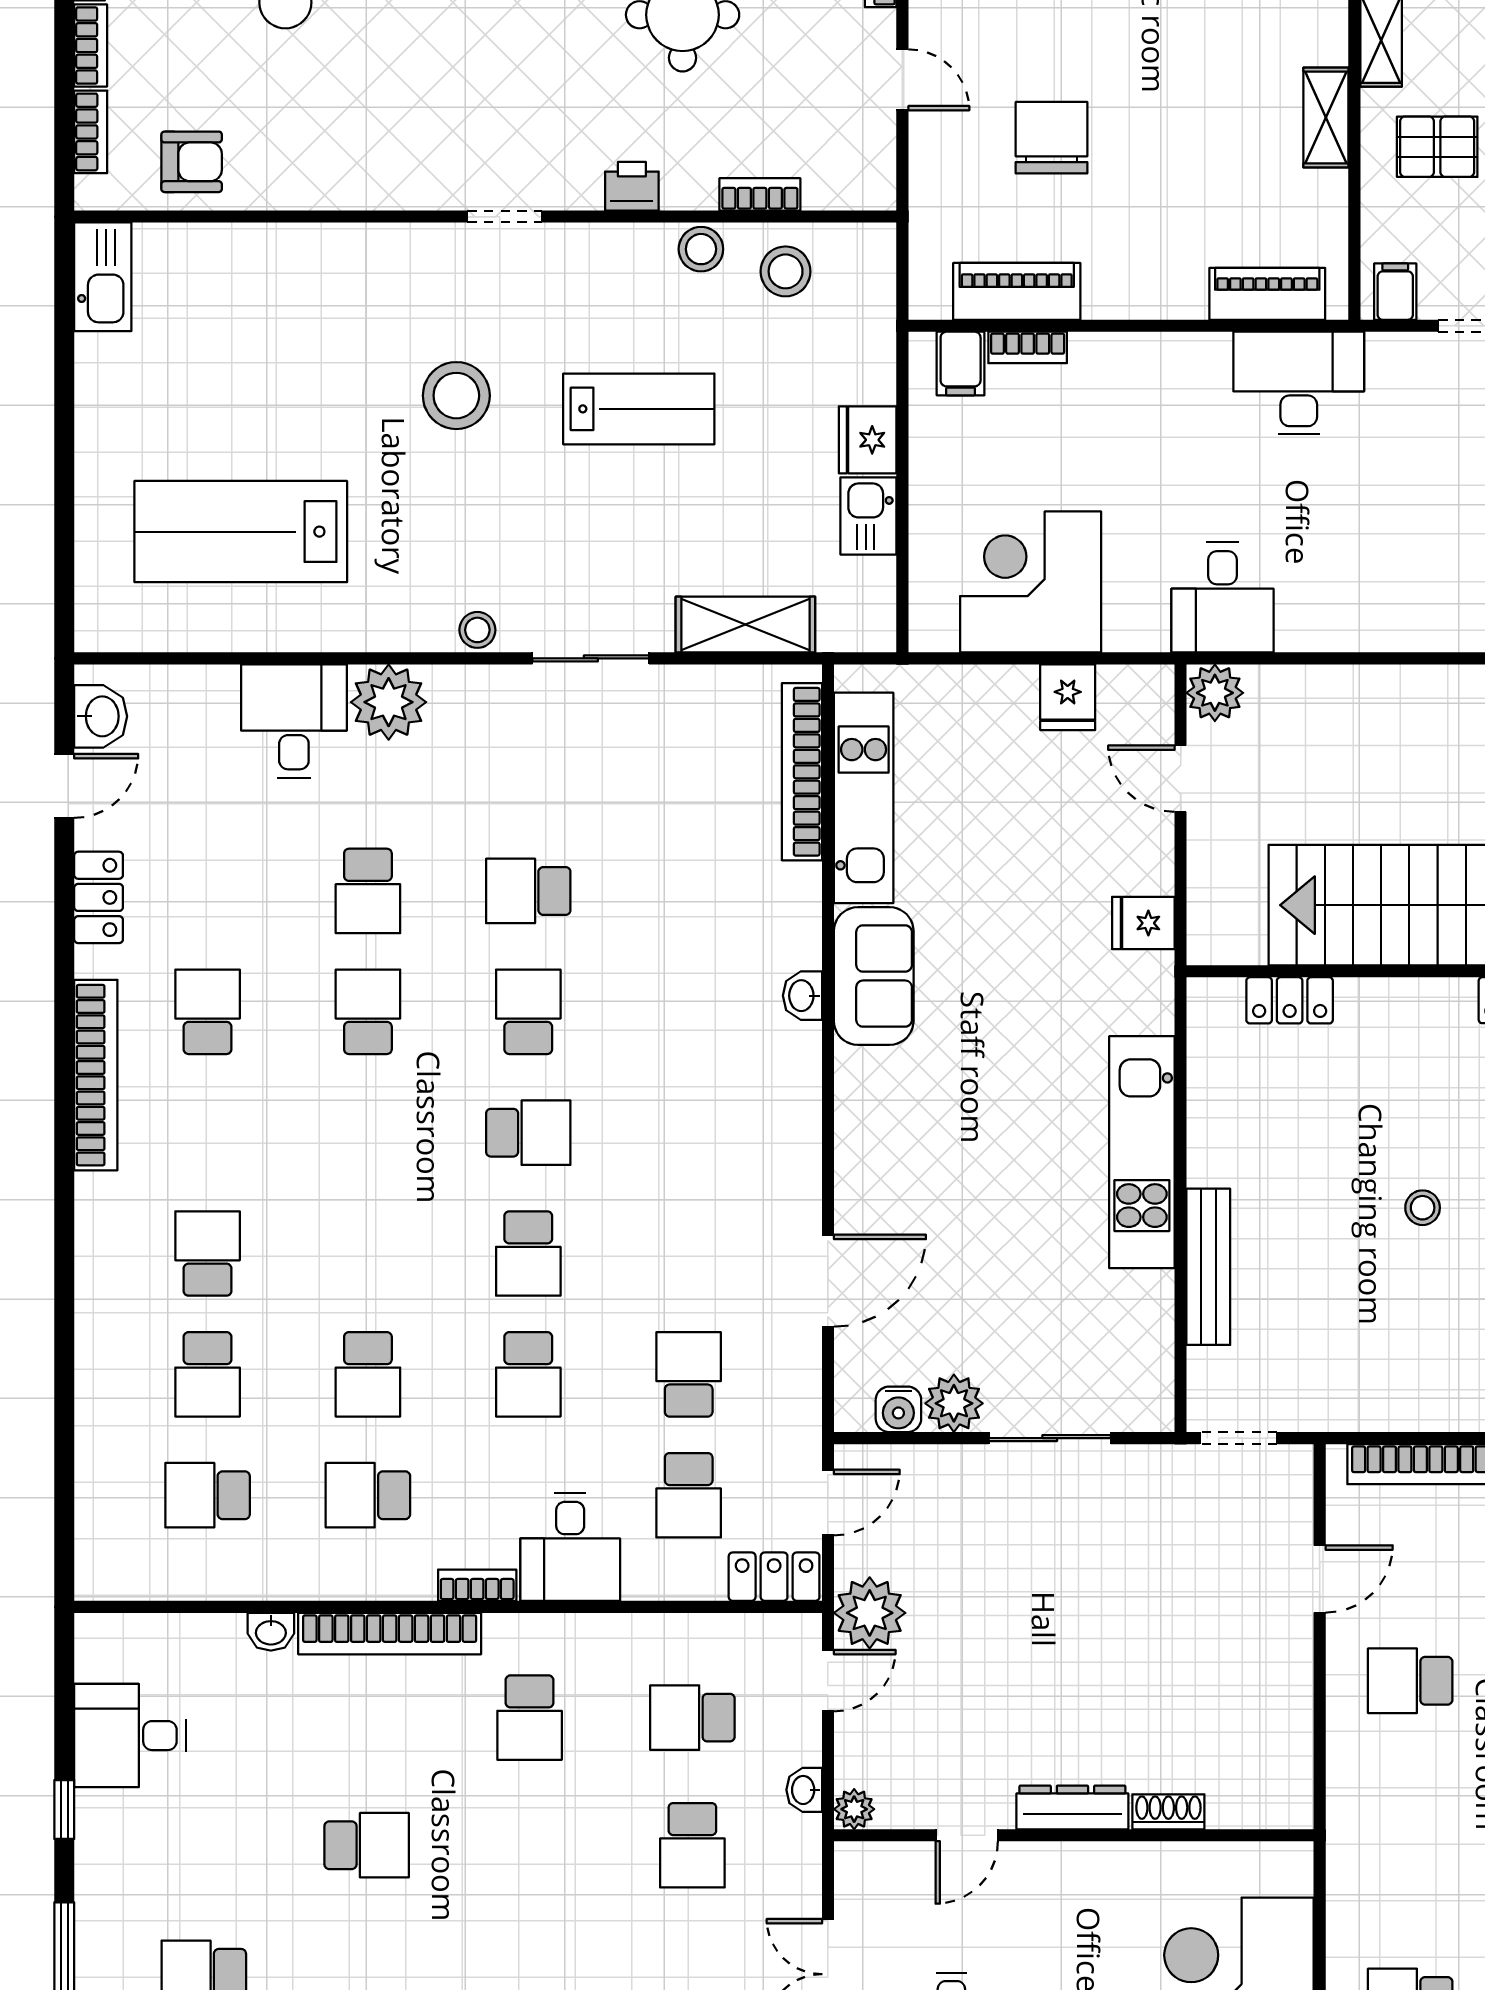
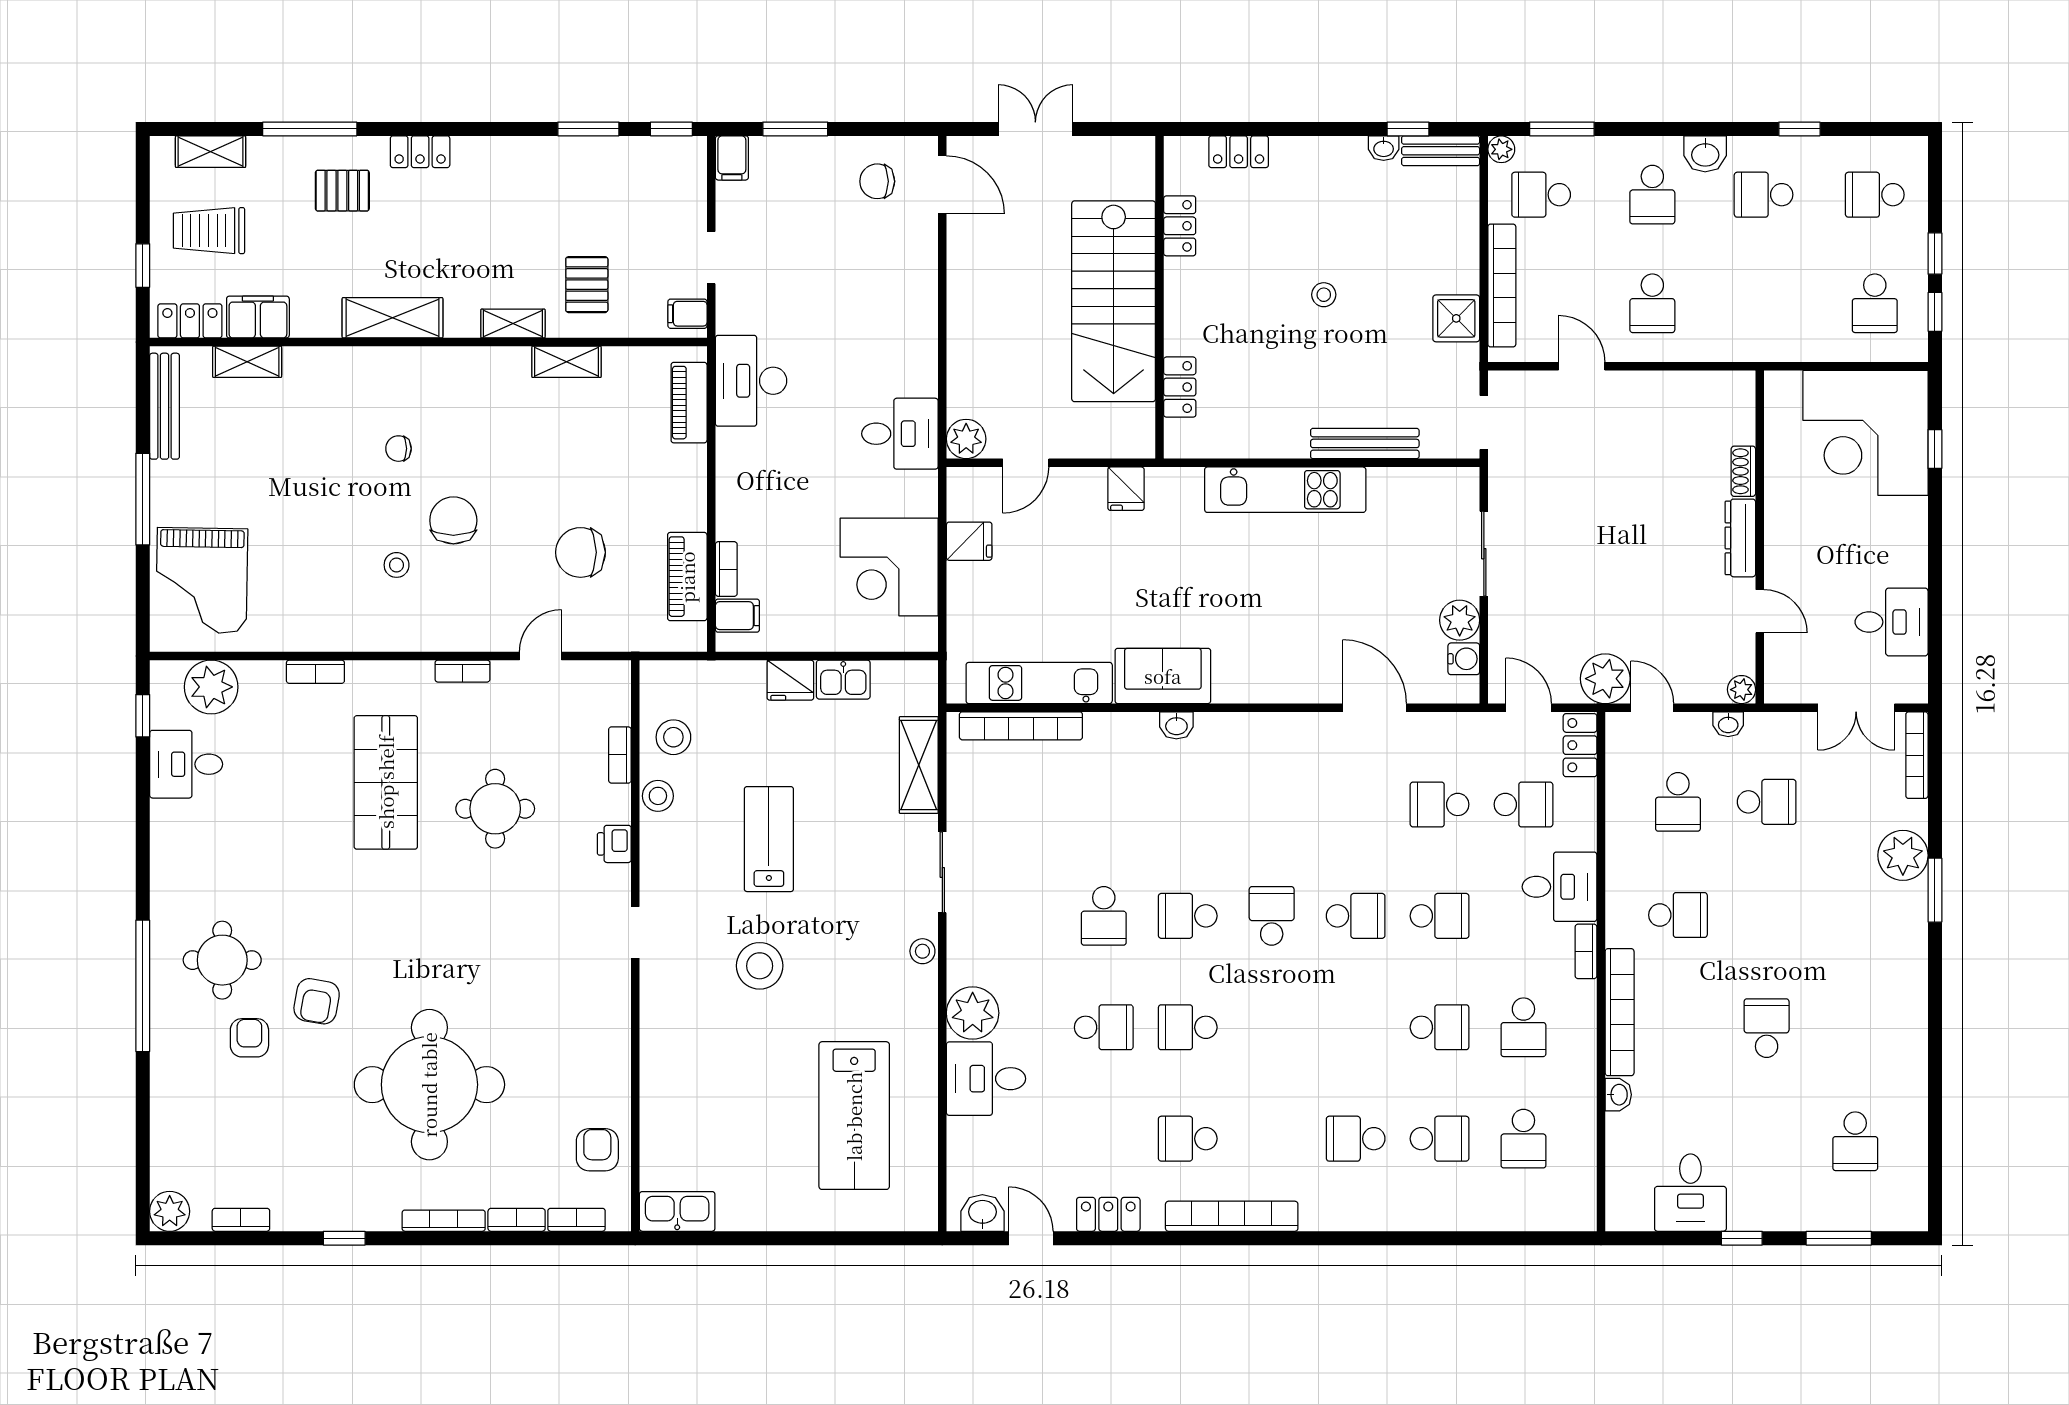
shower: (1388, 1398) -> (1456, 318), added

